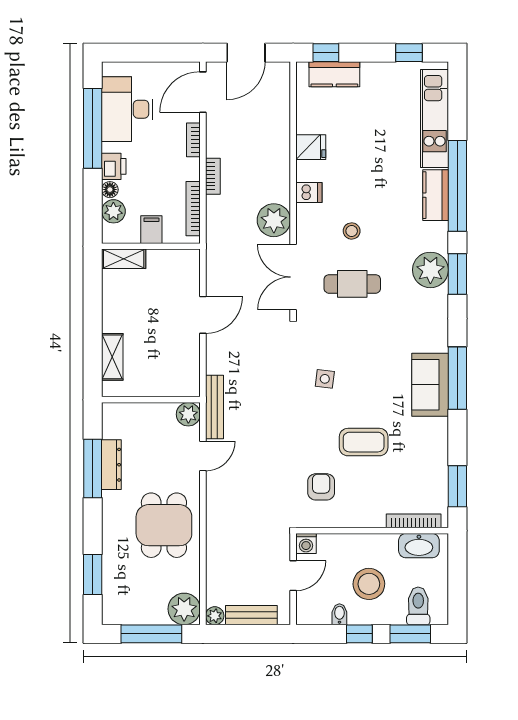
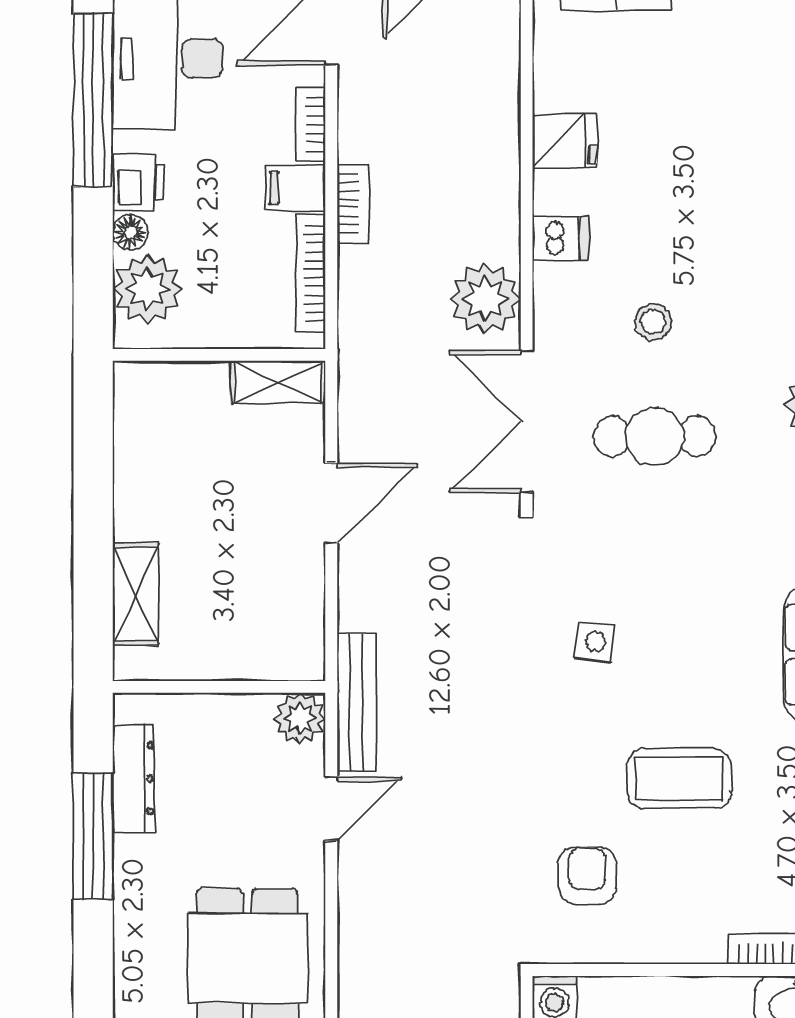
plant: (113, 211) -> (147, 289), width x1.36, depth x1.36
filing cabinet: (151, 230) -> (295, 188), moved, turned -90
shelving: (124, 259) -> (278, 382), moved
dresser: (111, 465) -> (134, 778), moved

